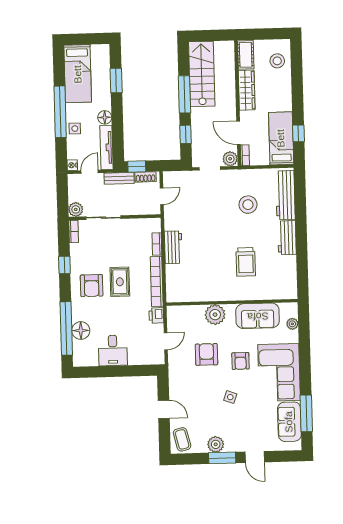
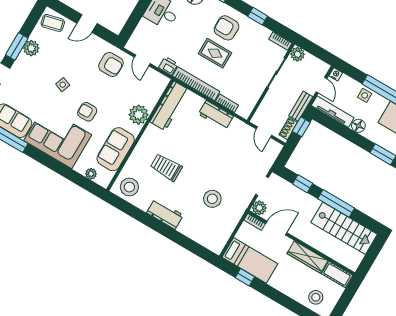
workbench: (285, 195) -> (169, 106), moved, turned 90
stool: (283, 283) -> (129, 187), added
armchair: (206, 354) -> (111, 64), moved

